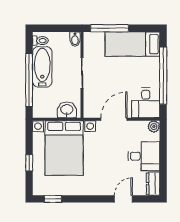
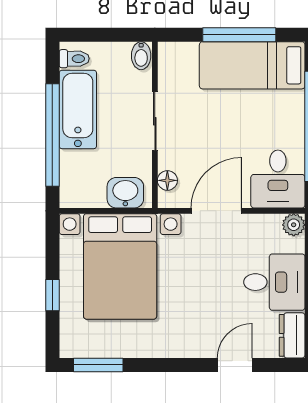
window: (110, 28) -> (239, 35), moved
floor lamp: (89, 104) -> (167, 180), added
window: (53, 199) -> (98, 365), width x1.50

